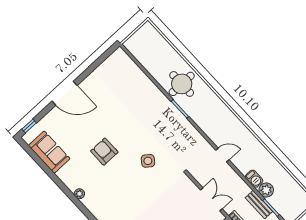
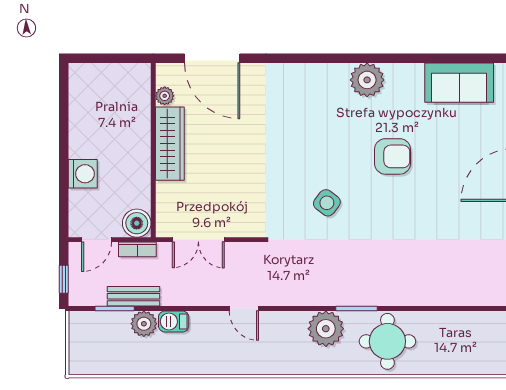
plant: (200, 114) -> (326, 329), added
door: (222, 155) -> (244, 309), hinge flipped
plant: (79, 194) -> (367, 80), width x1.88, depth x1.88

